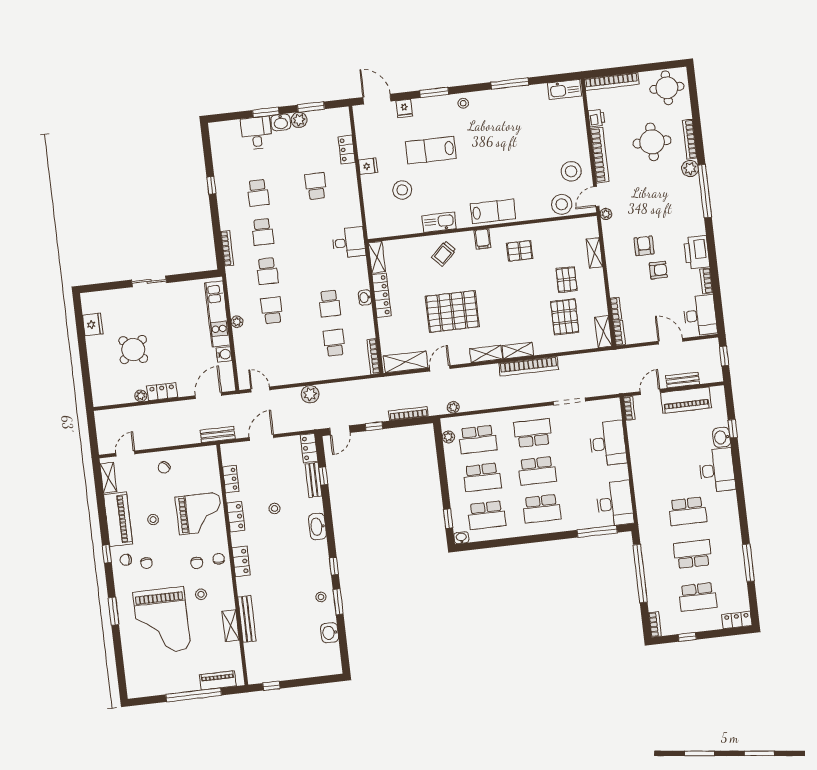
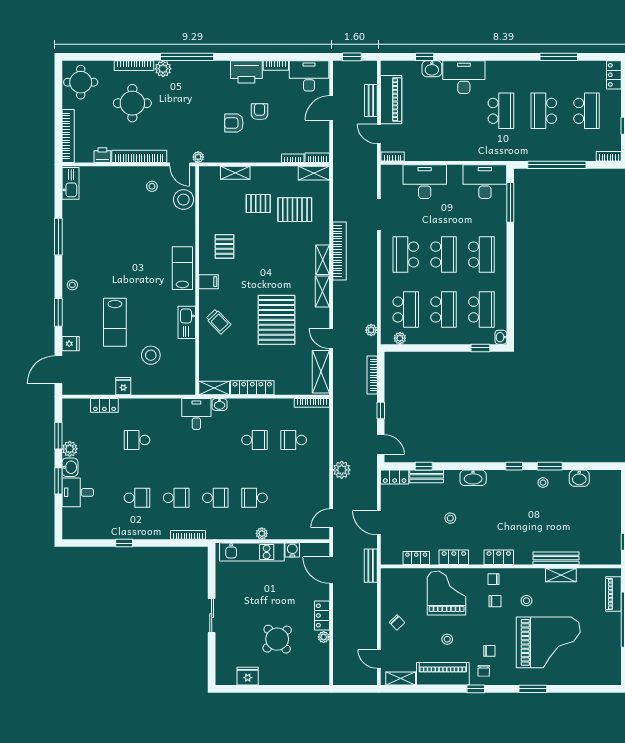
stool: (571, 171) -> (152, 186), width x0.53, depth x0.53
washbasin: (365, 298) -> (220, 404), moved

